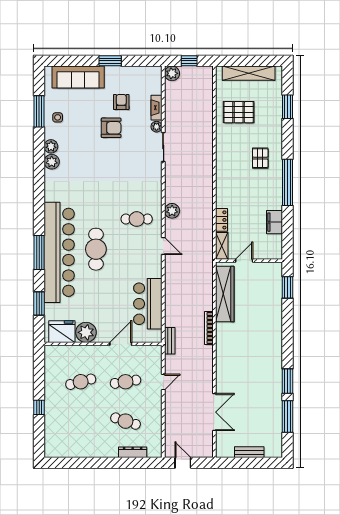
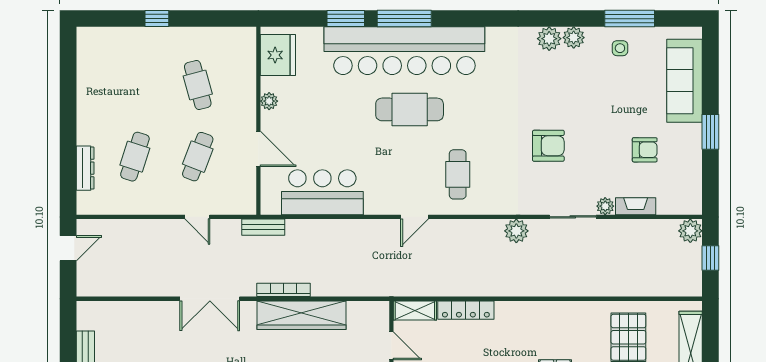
armchair: (111, 128) -> (548, 146), moved, turned -90
plant: (172, 211) -> (516, 231), moved
locker: (222, 220) -> (466, 310), width x1.53
wardrobe: (225, 294) -> (302, 315), moved
window: (39, 304) -> (346, 19), moved
plant: (86, 332) -> (269, 101), width x0.53, depth x0.53
cafe table: (125, 382) -> (198, 157), turned 30
double door: (214, 412) -> (210, 299), moved

